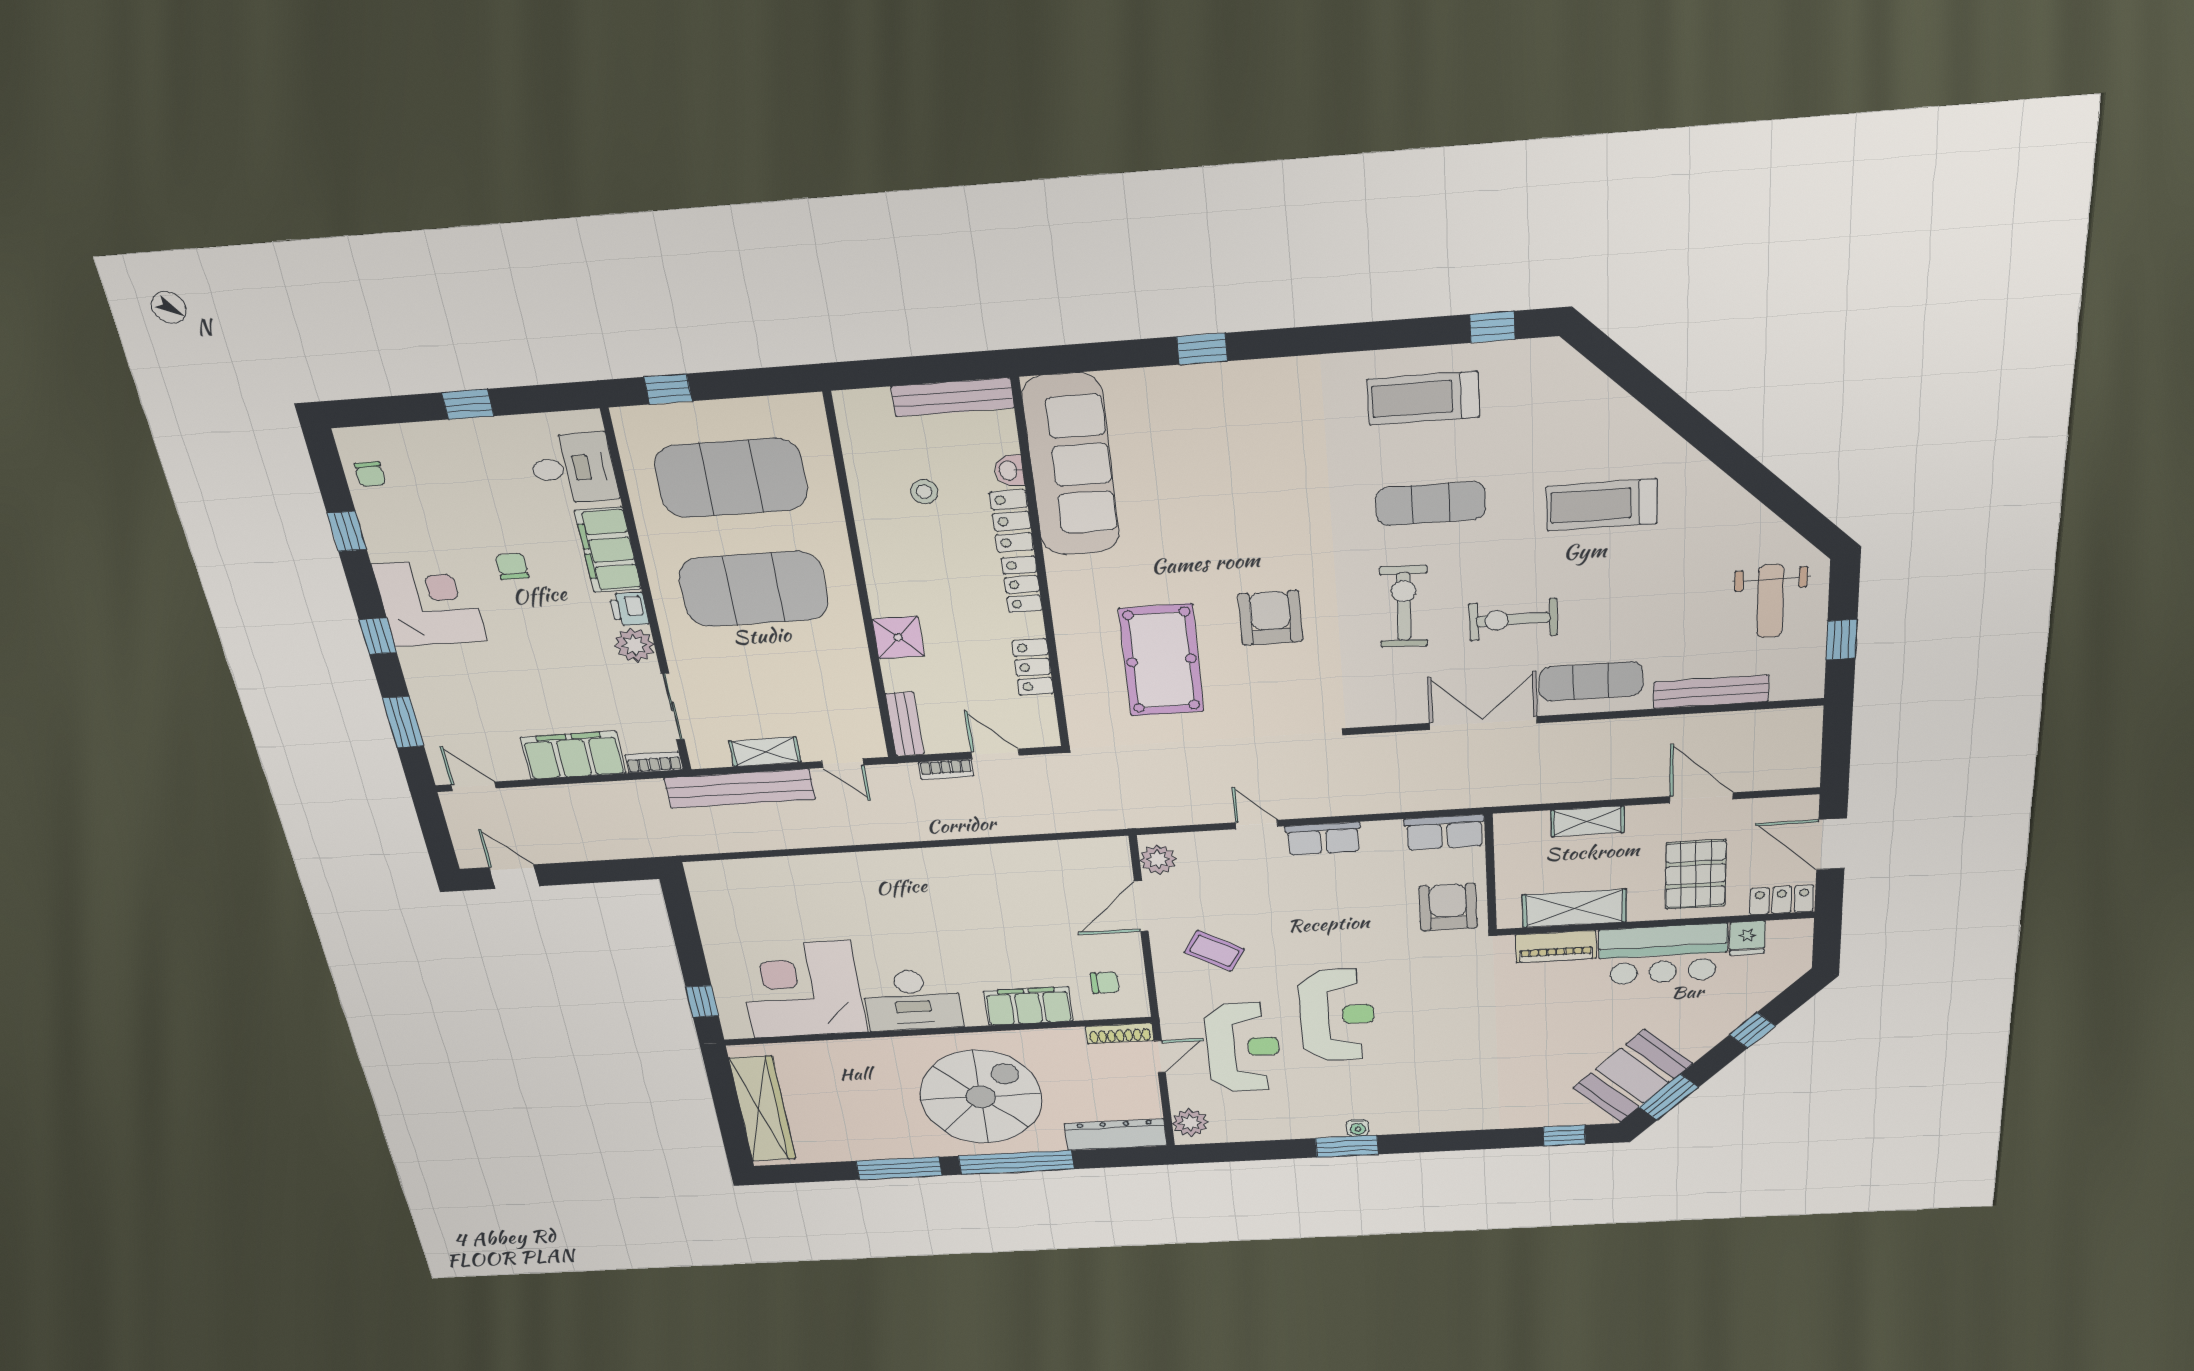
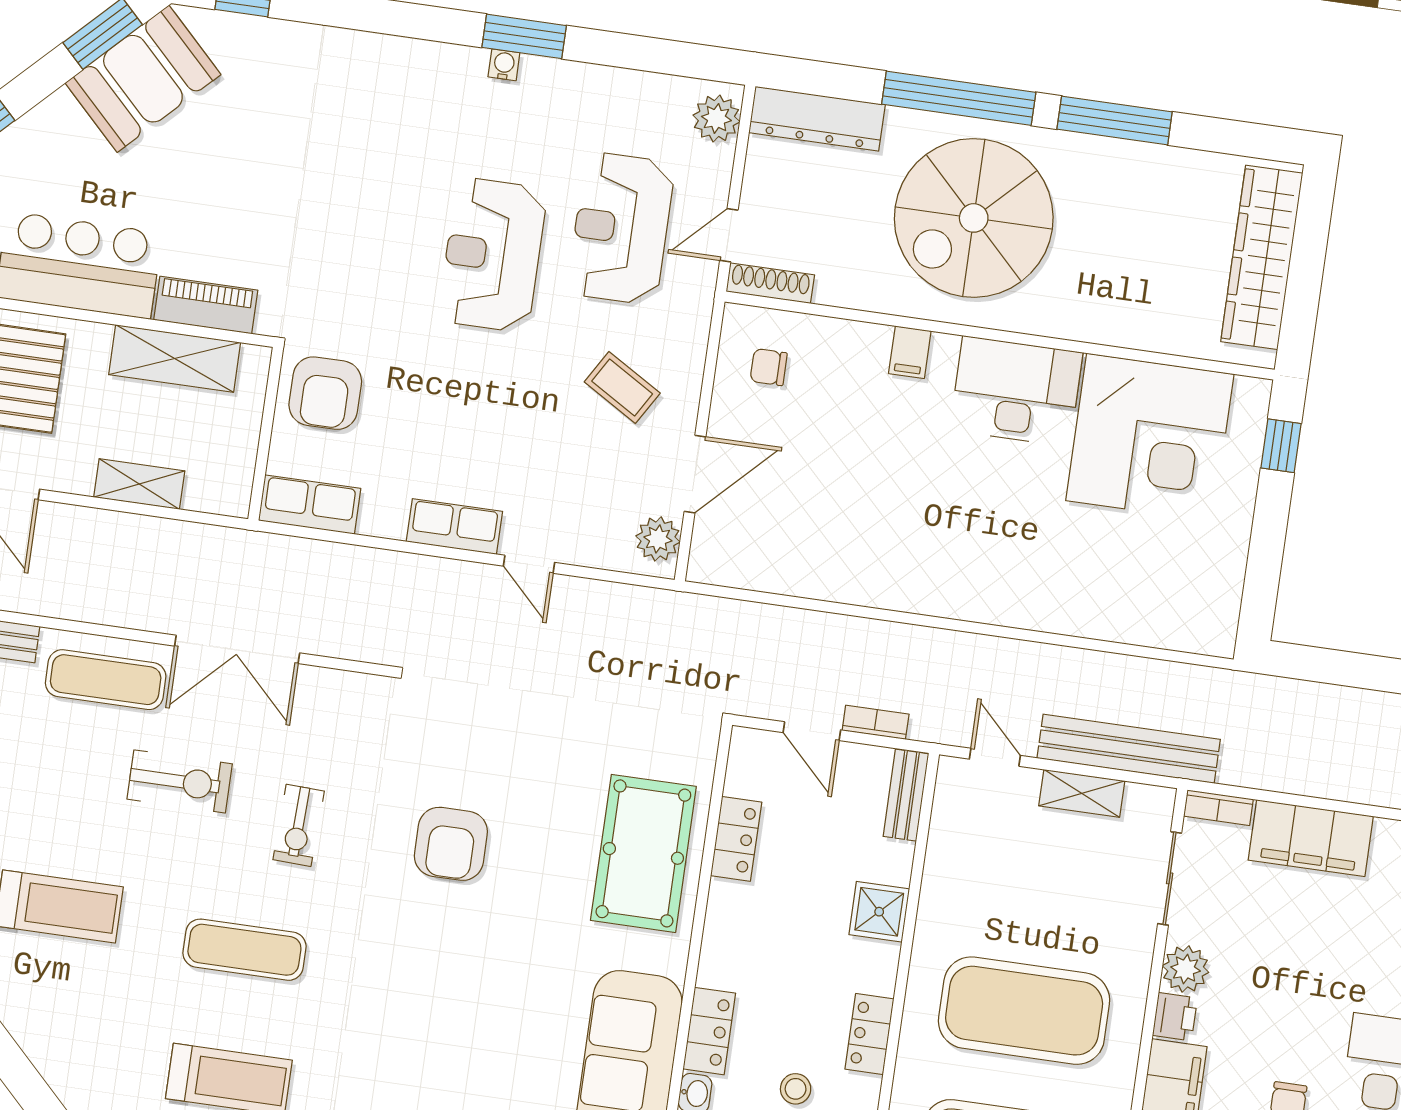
locker: (1022, 584) -> (869, 1034), moved, turned 180
exercise bike: (1404, 607) -> (299, 825), width x0.73, depth x0.72
pool table: (1161, 660) -> (643, 853), moved
filing cabinet: (1028, 1006) -> (910, 352), width x0.33, depth x0.86

